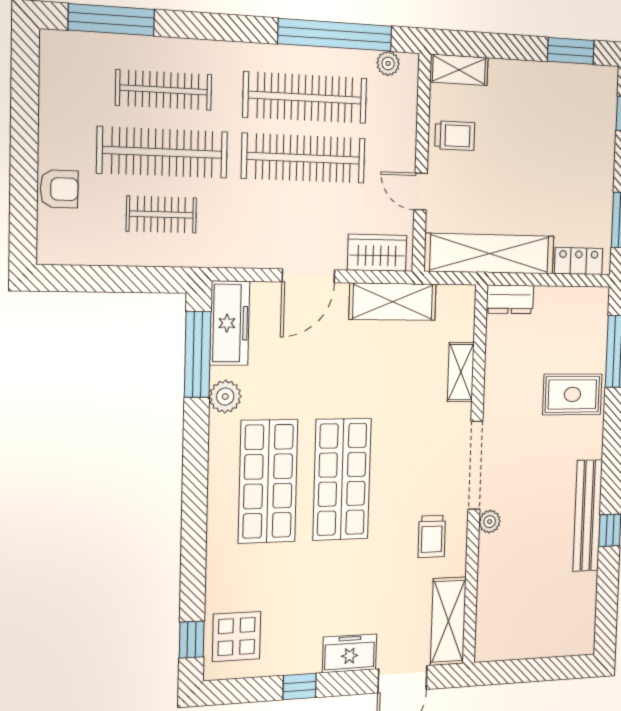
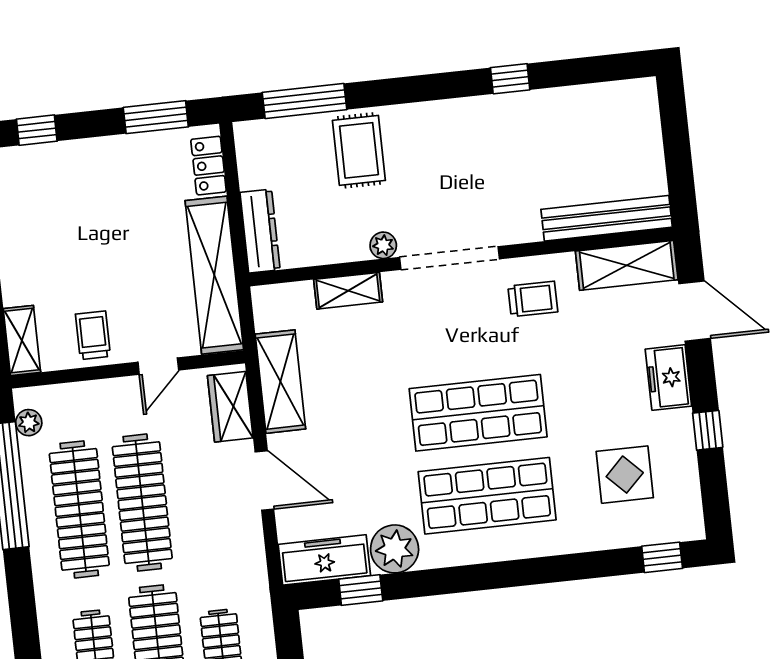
dresser: (510, 299) -> (260, 231), width x1.44
window: (198, 354) -> (361, 590), width x0.46
plant: (225, 397) -> (395, 549), width x1.36, depth x1.36
bench: (588, 516) -> (607, 218), moved
plant: (490, 522) -> (383, 245), moved
display table: (237, 637) -> (625, 475), moved

